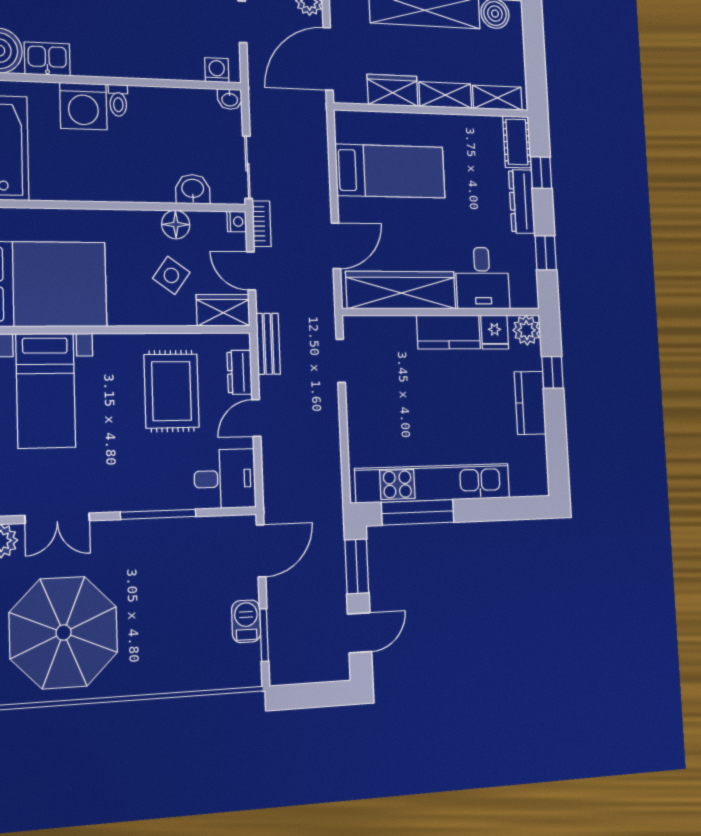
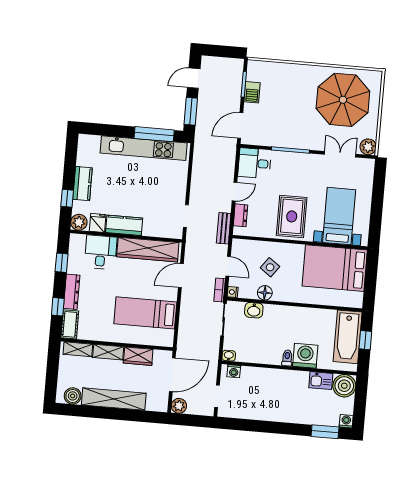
wardrobe: (223, 310) -> (245, 247), removed
rug: (172, 391) -> (292, 216), moved

